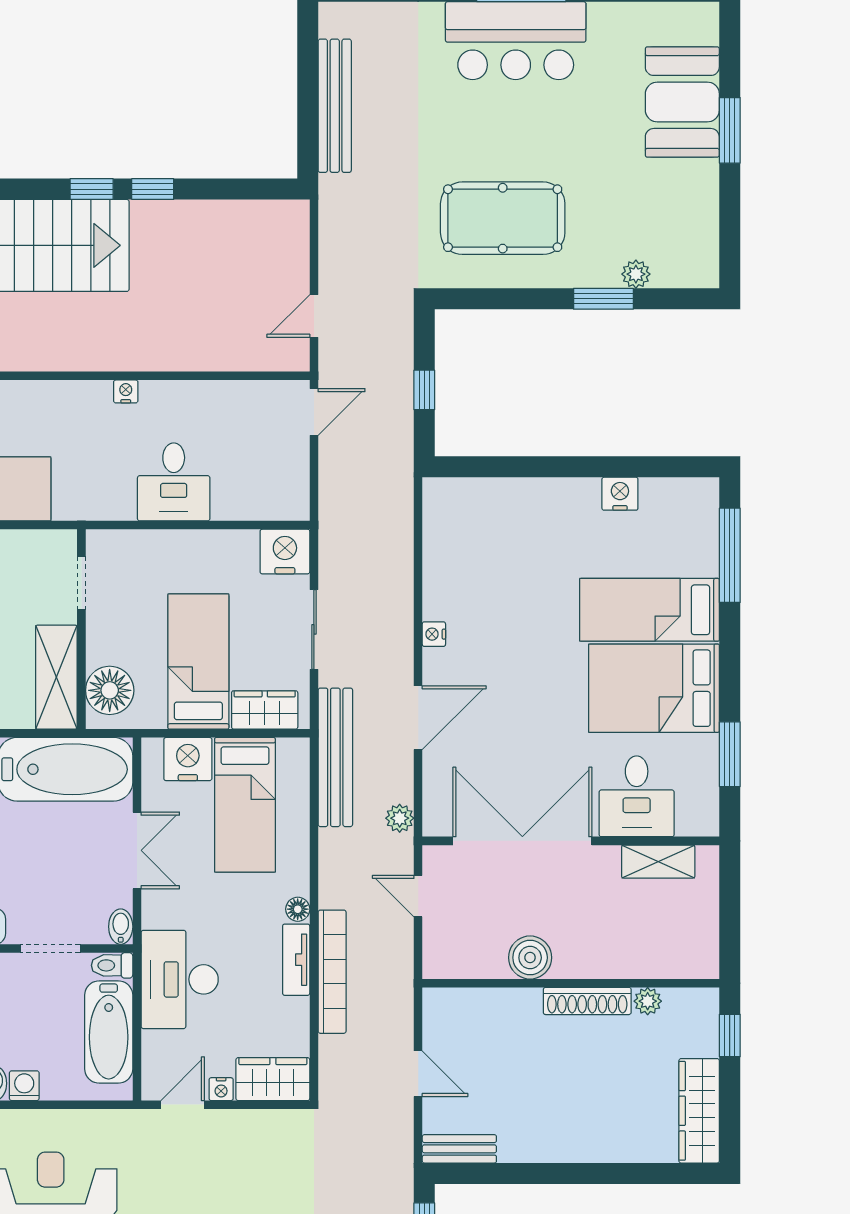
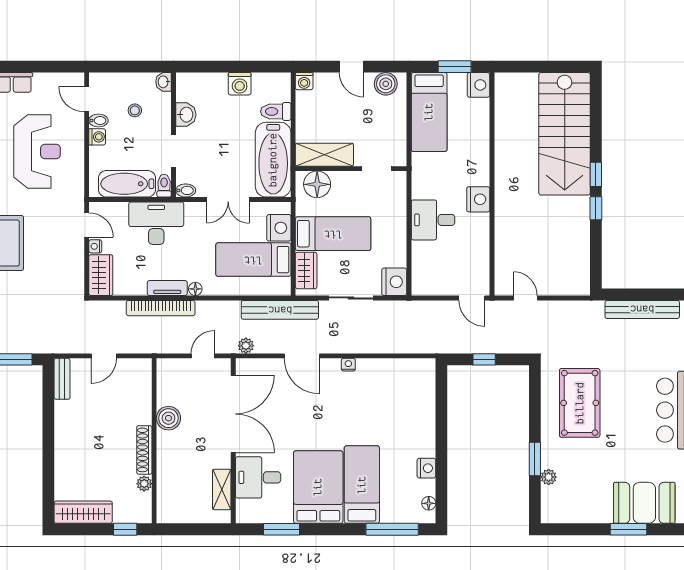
nightstand: (126, 391) -> (478, 199), width x1.89, depth x1.79
floor lamp: (683, 490) -> (429, 503), added

